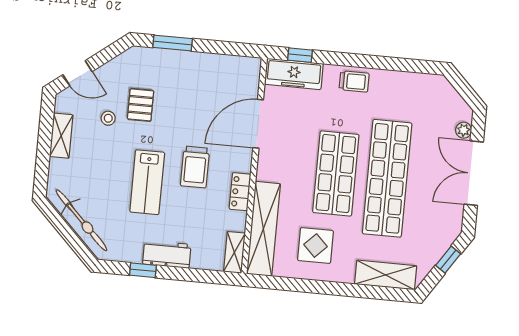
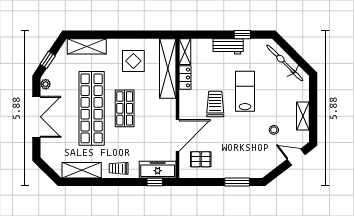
shelving: (412, 84) -> (82, 170), added
pallet: (141, 105) -> (201, 159), moved, turned 90
plant: (464, 130) -> (46, 84), moved
shop shelf: (336, 173) -> (125, 108), width x0.70, depth x0.74
locker: (240, 192) -> (185, 78), moved

